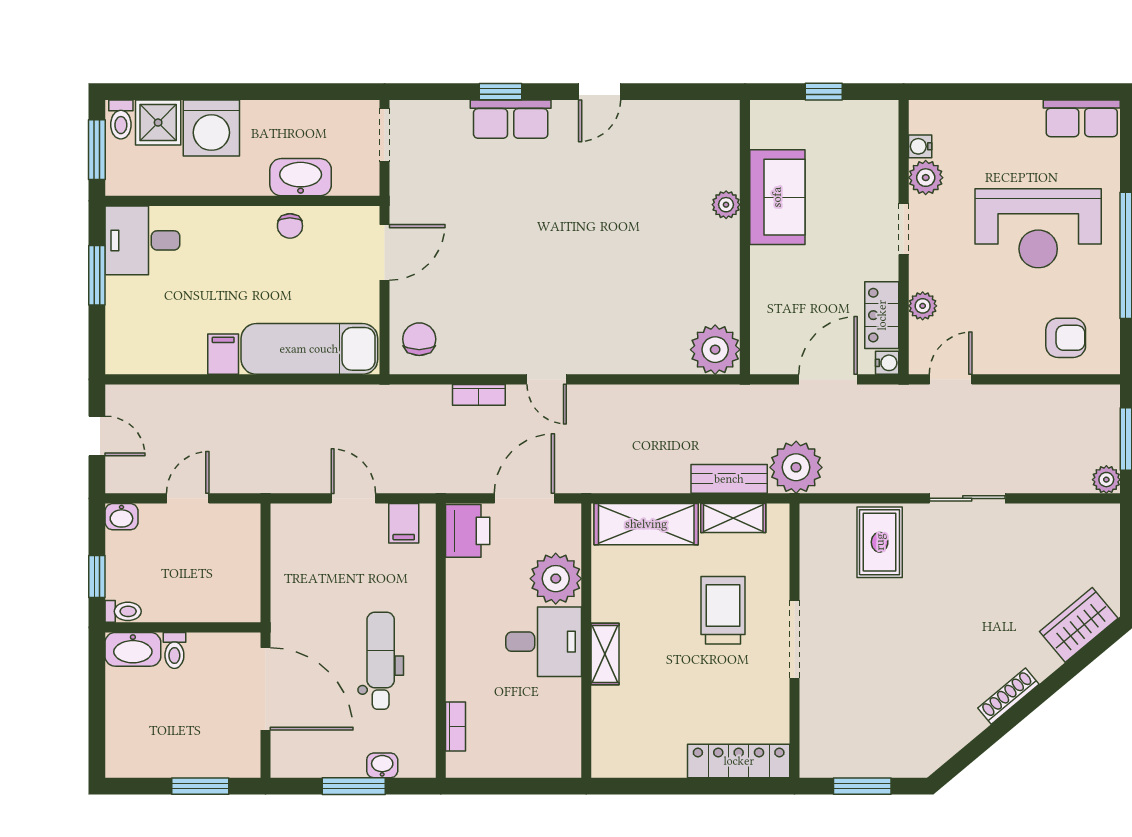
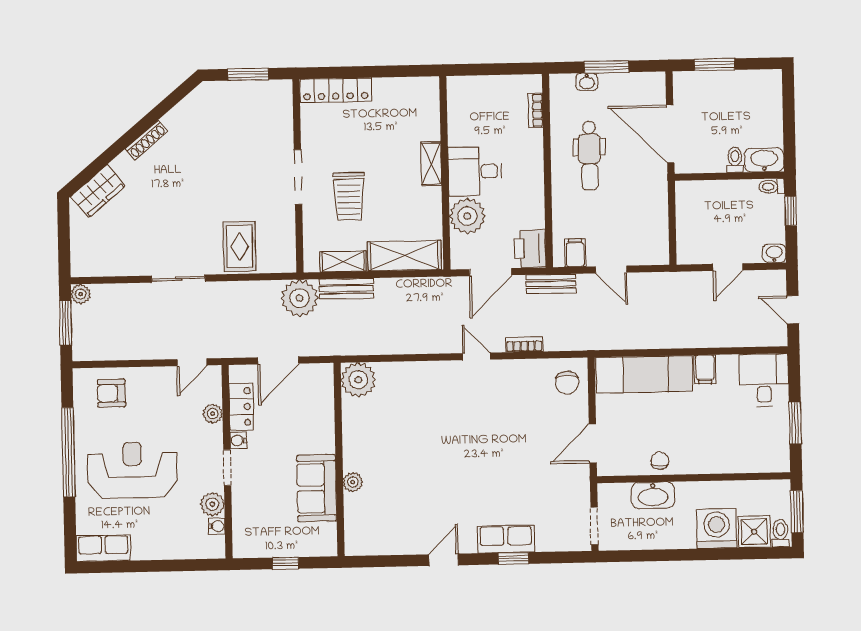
desk: (142, 240) -> (764, 380), moved, turned -90
water cooler: (887, 363) -> (238, 440), moved
bench: (439, 480) -> (551, 284), added

